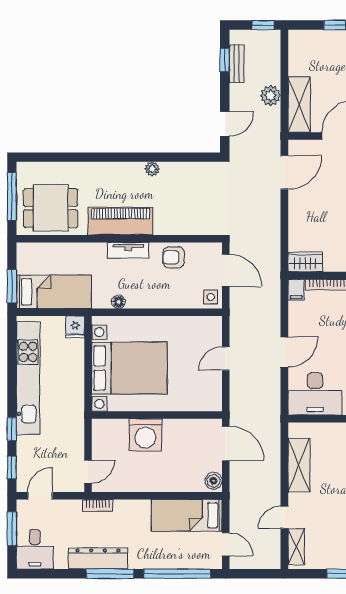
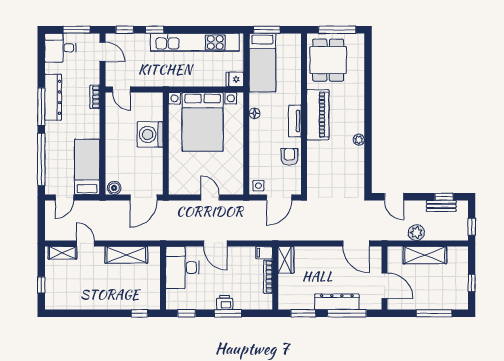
shelving: (299, 105) -> (425, 255), moved

